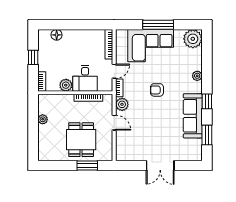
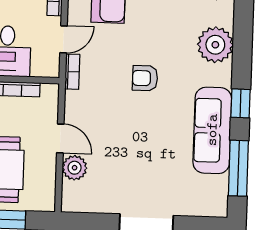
plant: (197, 76) -> (215, 45), width x1.88, depth x1.88
plant: (122, 104) -> (75, 168), moved
window: (207, 135) -> (238, 168), width x1.44

